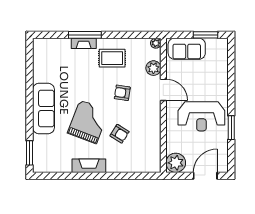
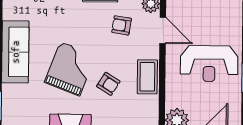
armchair: (122, 93) -> (122, 25), moved
coffee table: (151, 128) -> (147, 77), added

